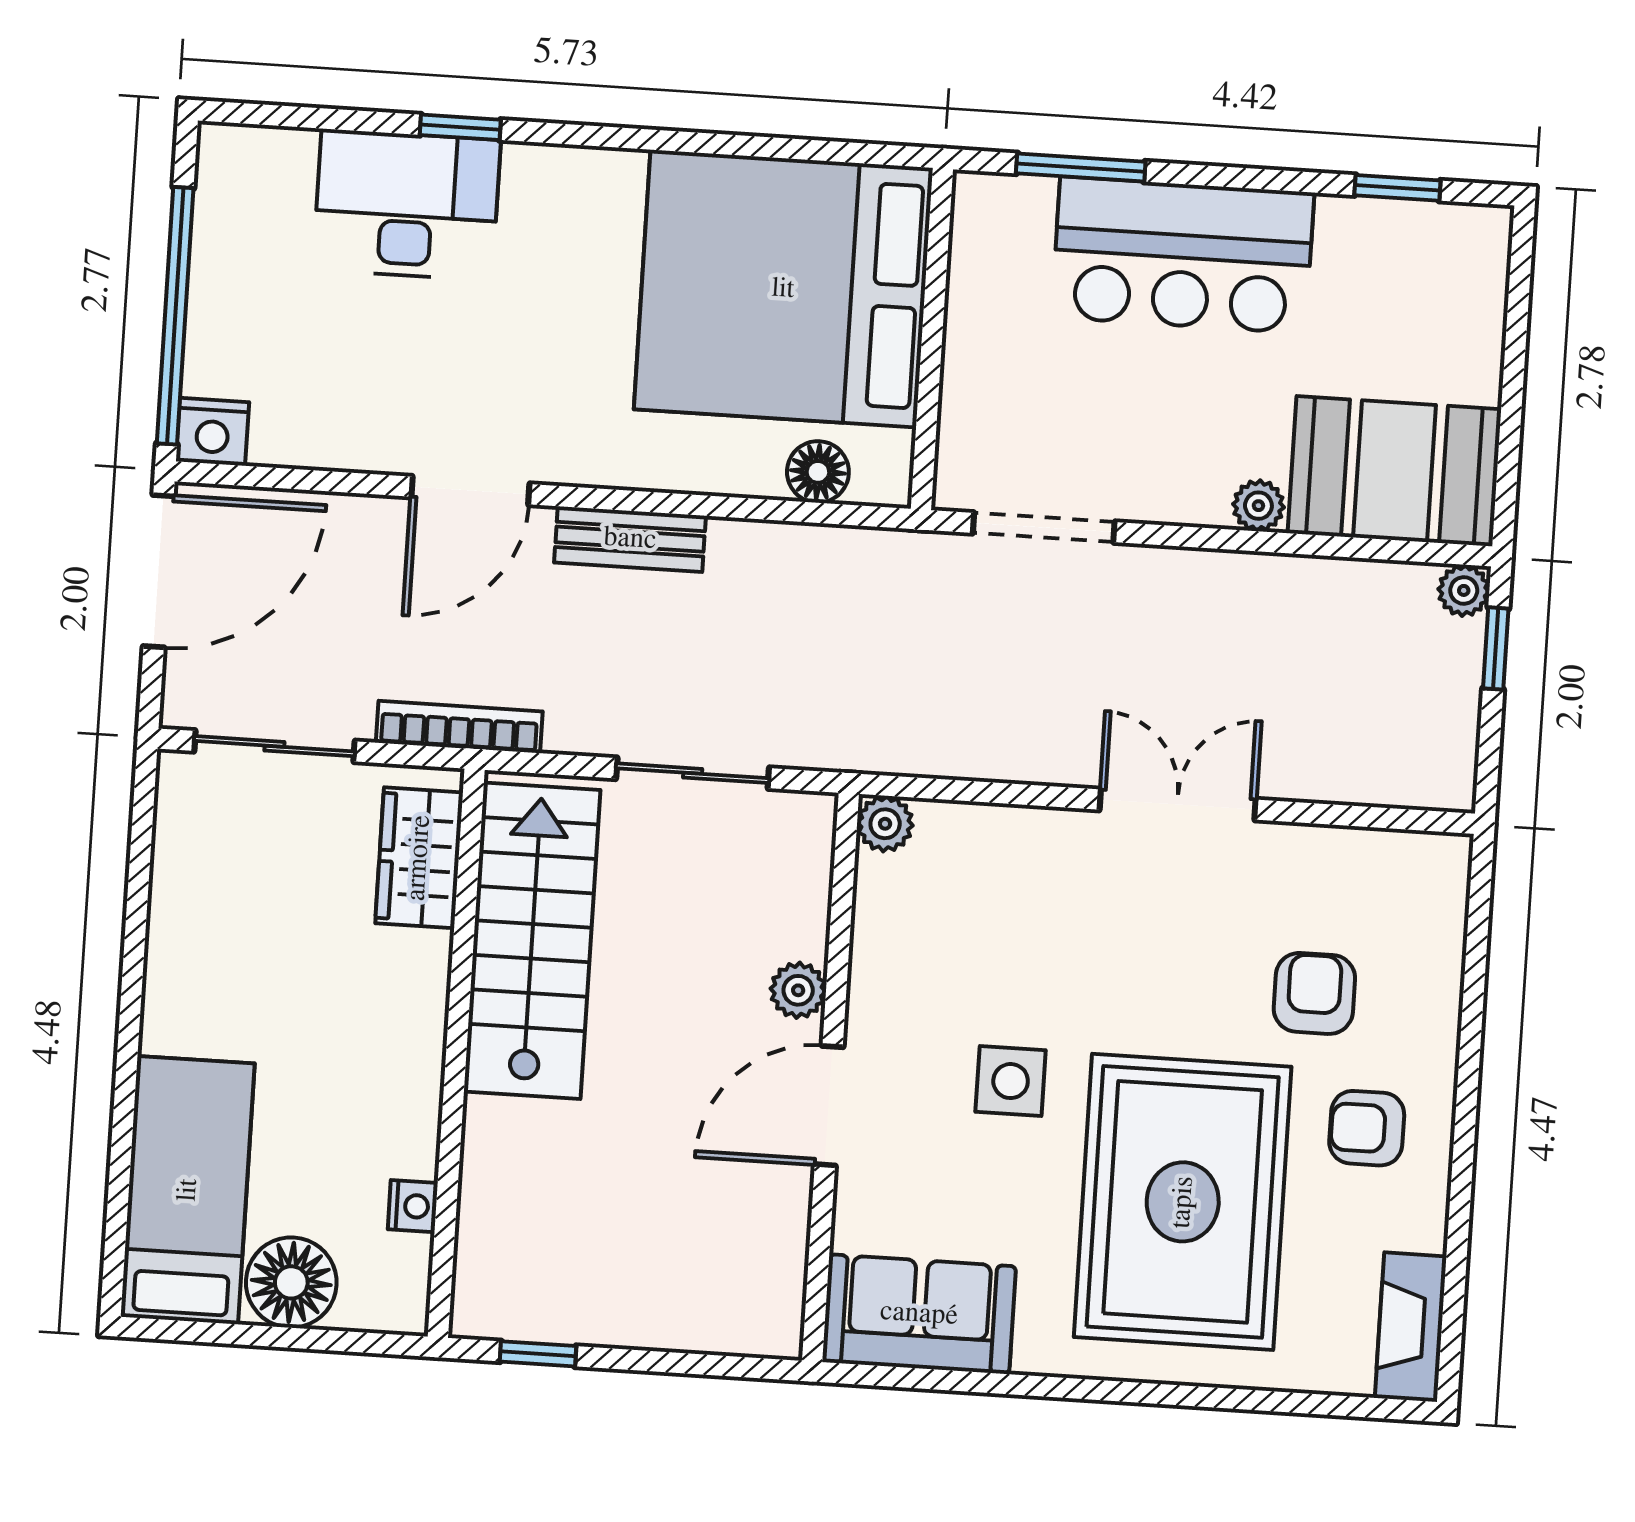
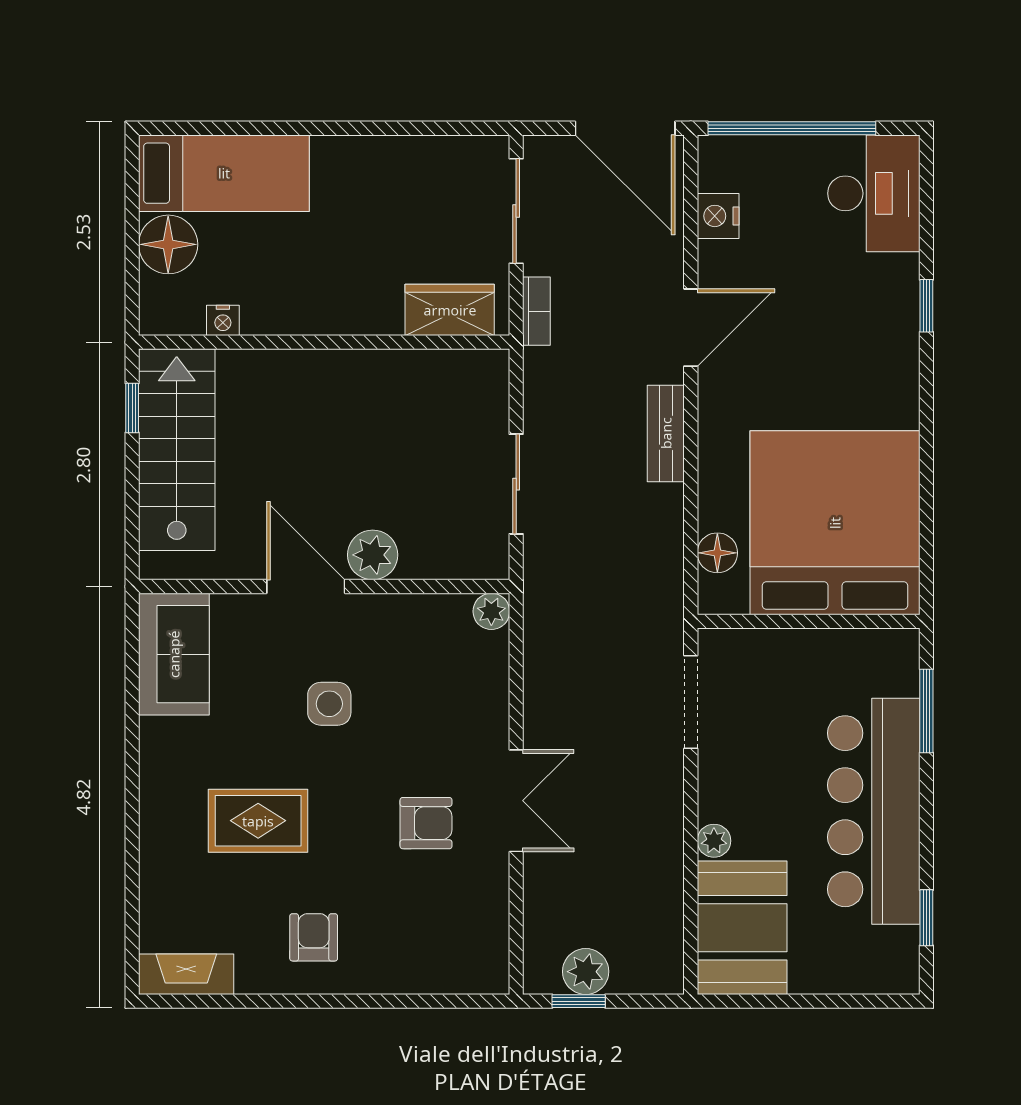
desk: (407, 205) -> (874, 193), moved
bar counter: (1183, 255) -> (874, 811), width x1.36
nightstand: (212, 432) -> (718, 216), moved
door: (470, 490) -> (691, 328), swing flipped
plant: (1464, 590) -> (586, 972), moved, width x1.38, depth x1.38
window: (1496, 648) -> (579, 1001), moved
bookcase: (459, 727) -> (536, 311), width x0.64
stairs: (532, 941) -> (177, 450), moved, turned -90
plant: (798, 990) -> (373, 555), width x1.38, depth x1.38
armchair: (1314, 993) -> (426, 823), moved
rug: (1183, 1202) -> (258, 821), width x0.54, depth x0.49

